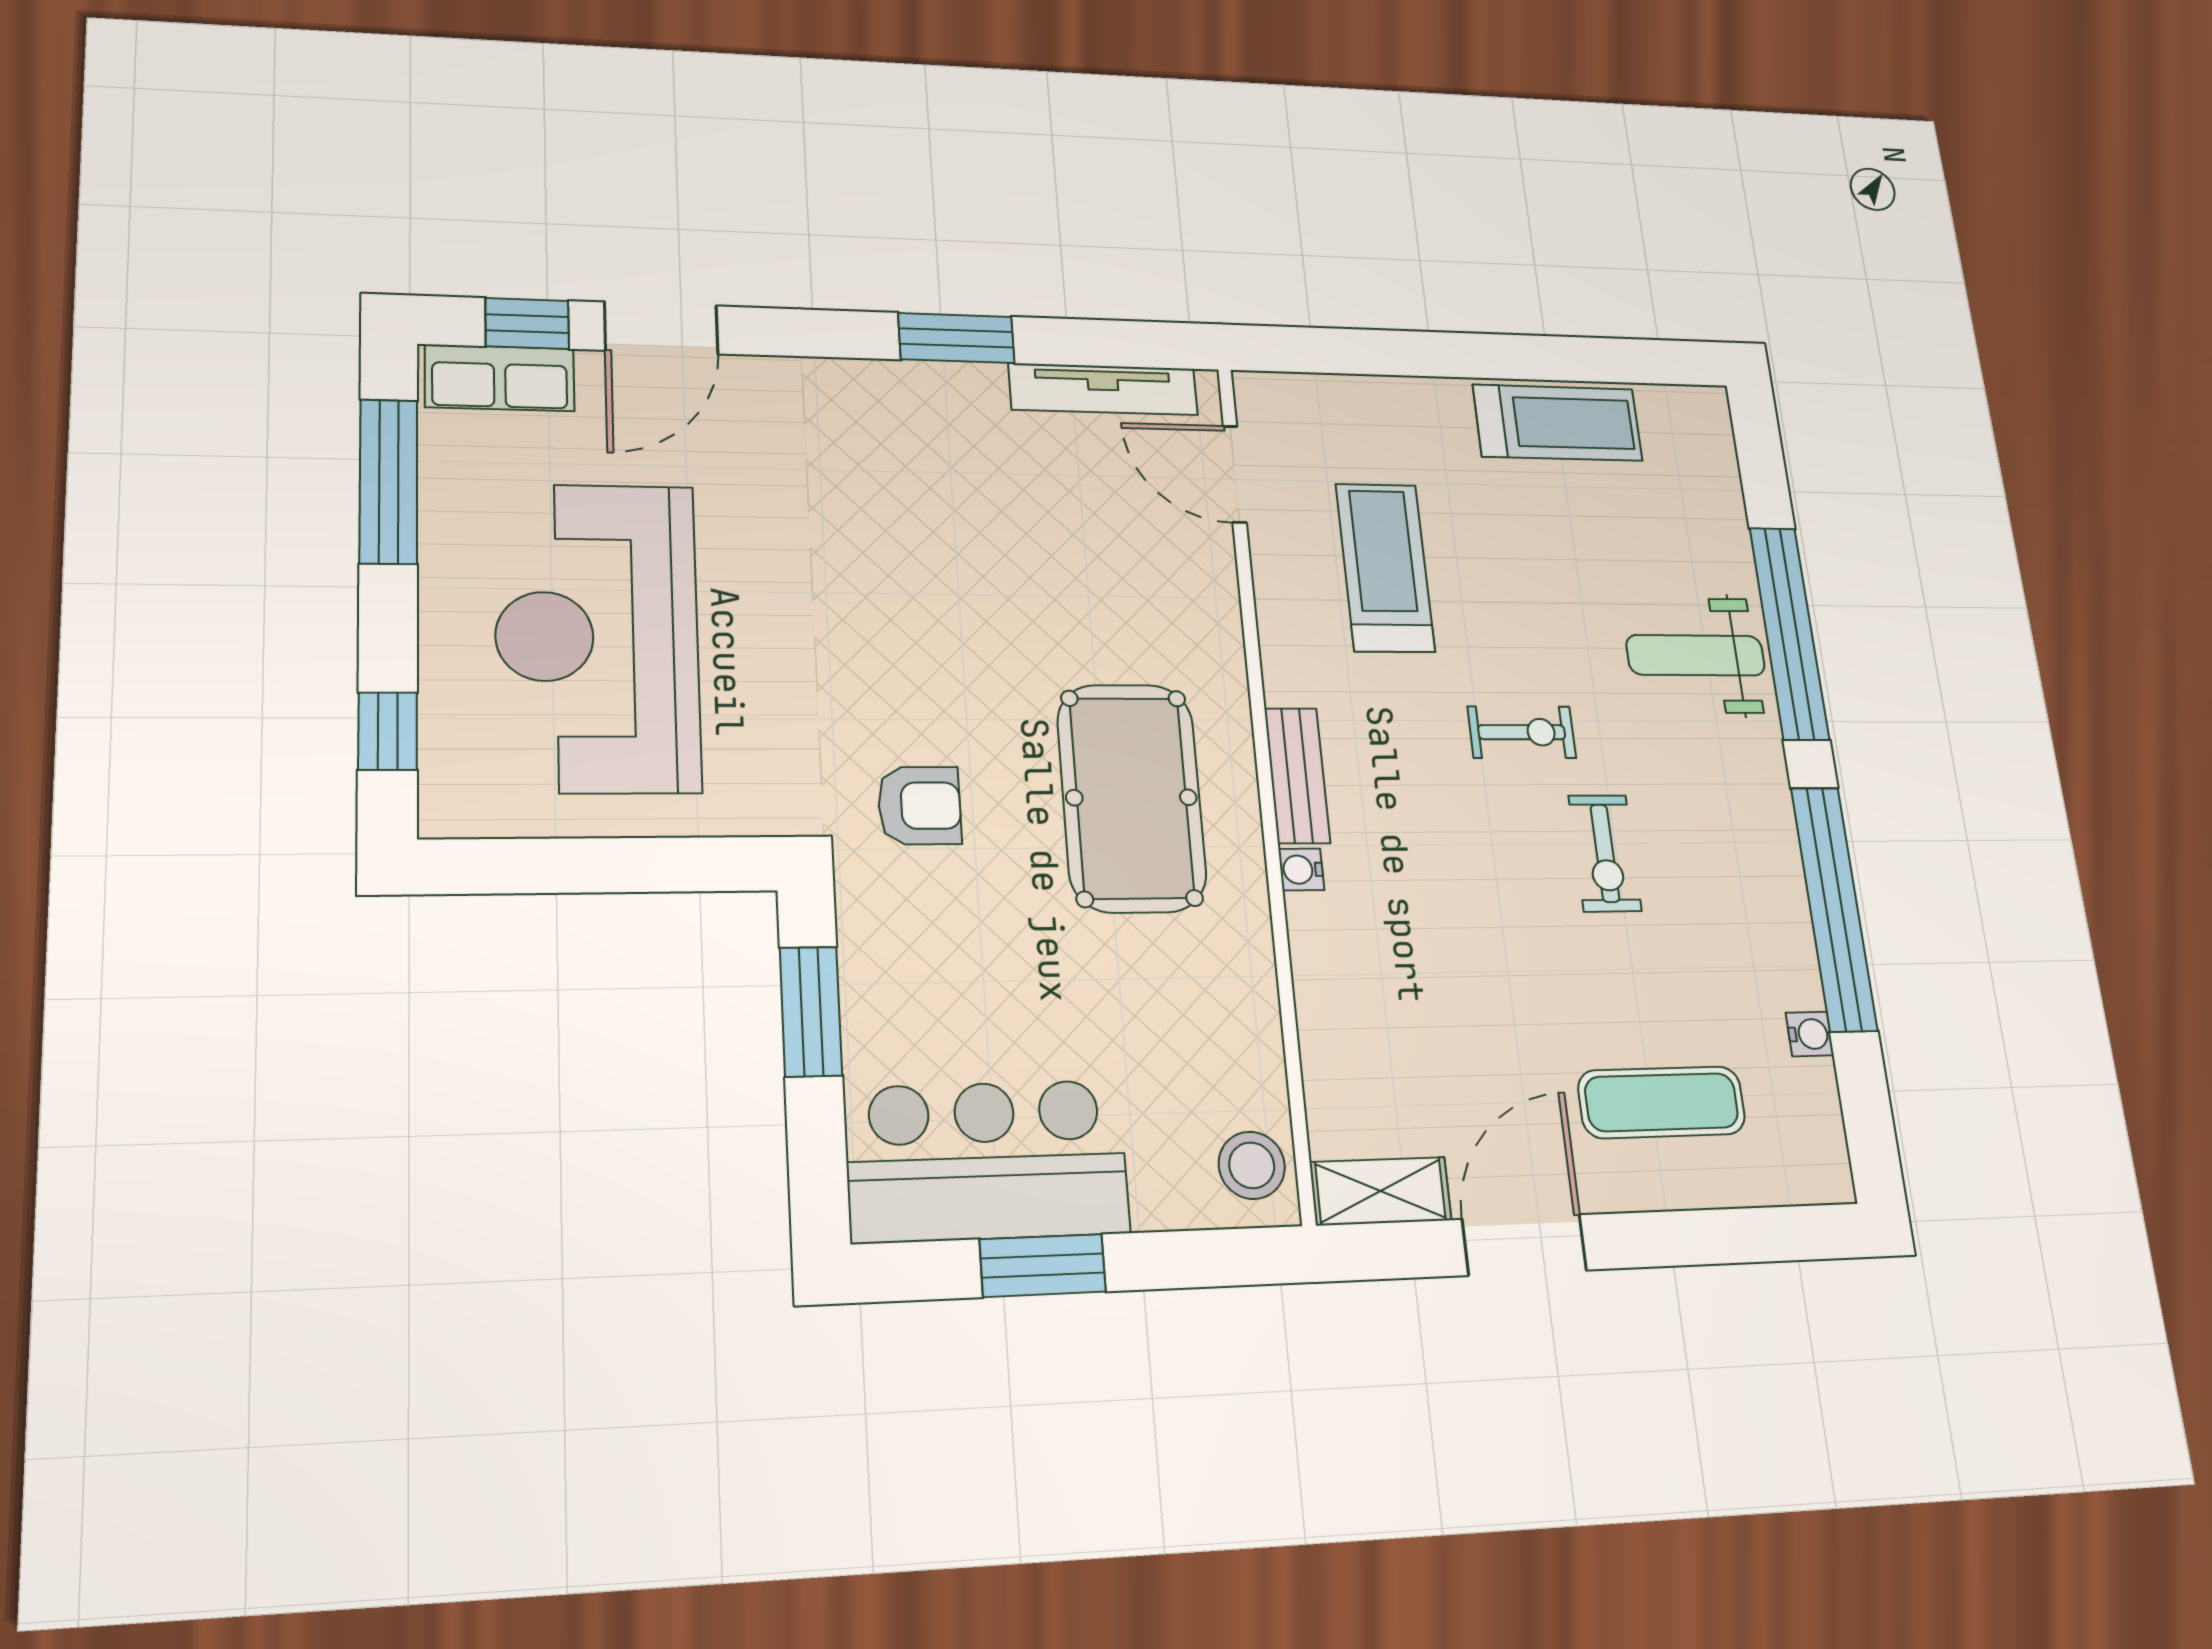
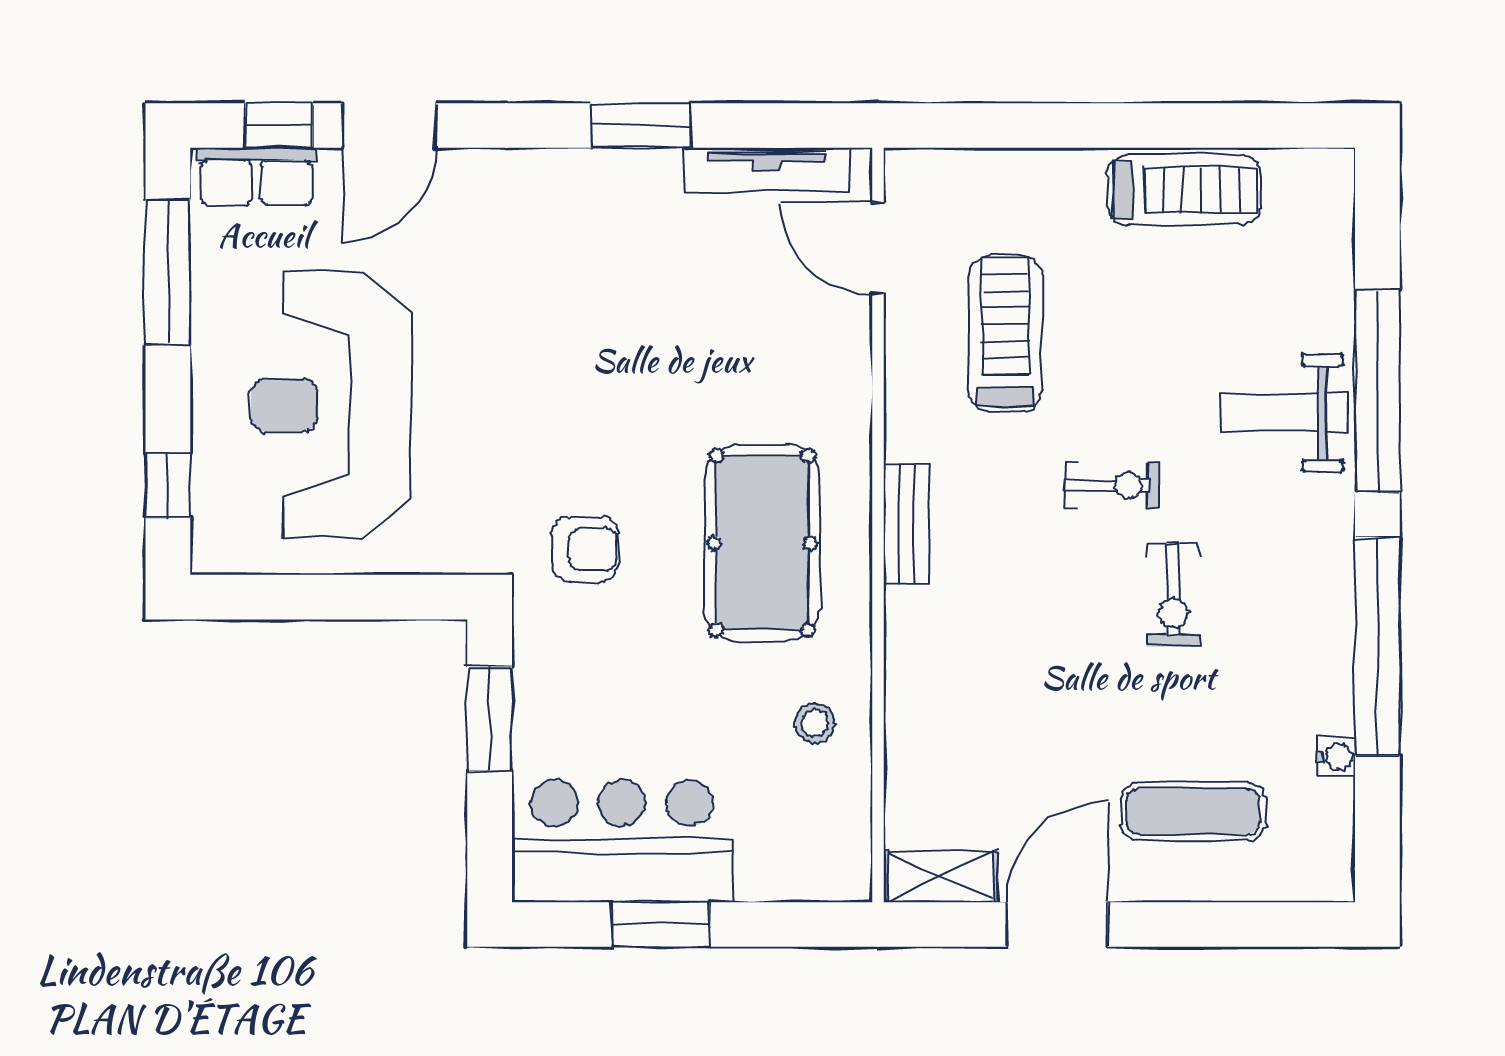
water cooler: (1301, 870) -> (902, 607), removed
stool: (1252, 1165) -> (815, 723), moved, width x0.73, depth x0.73

